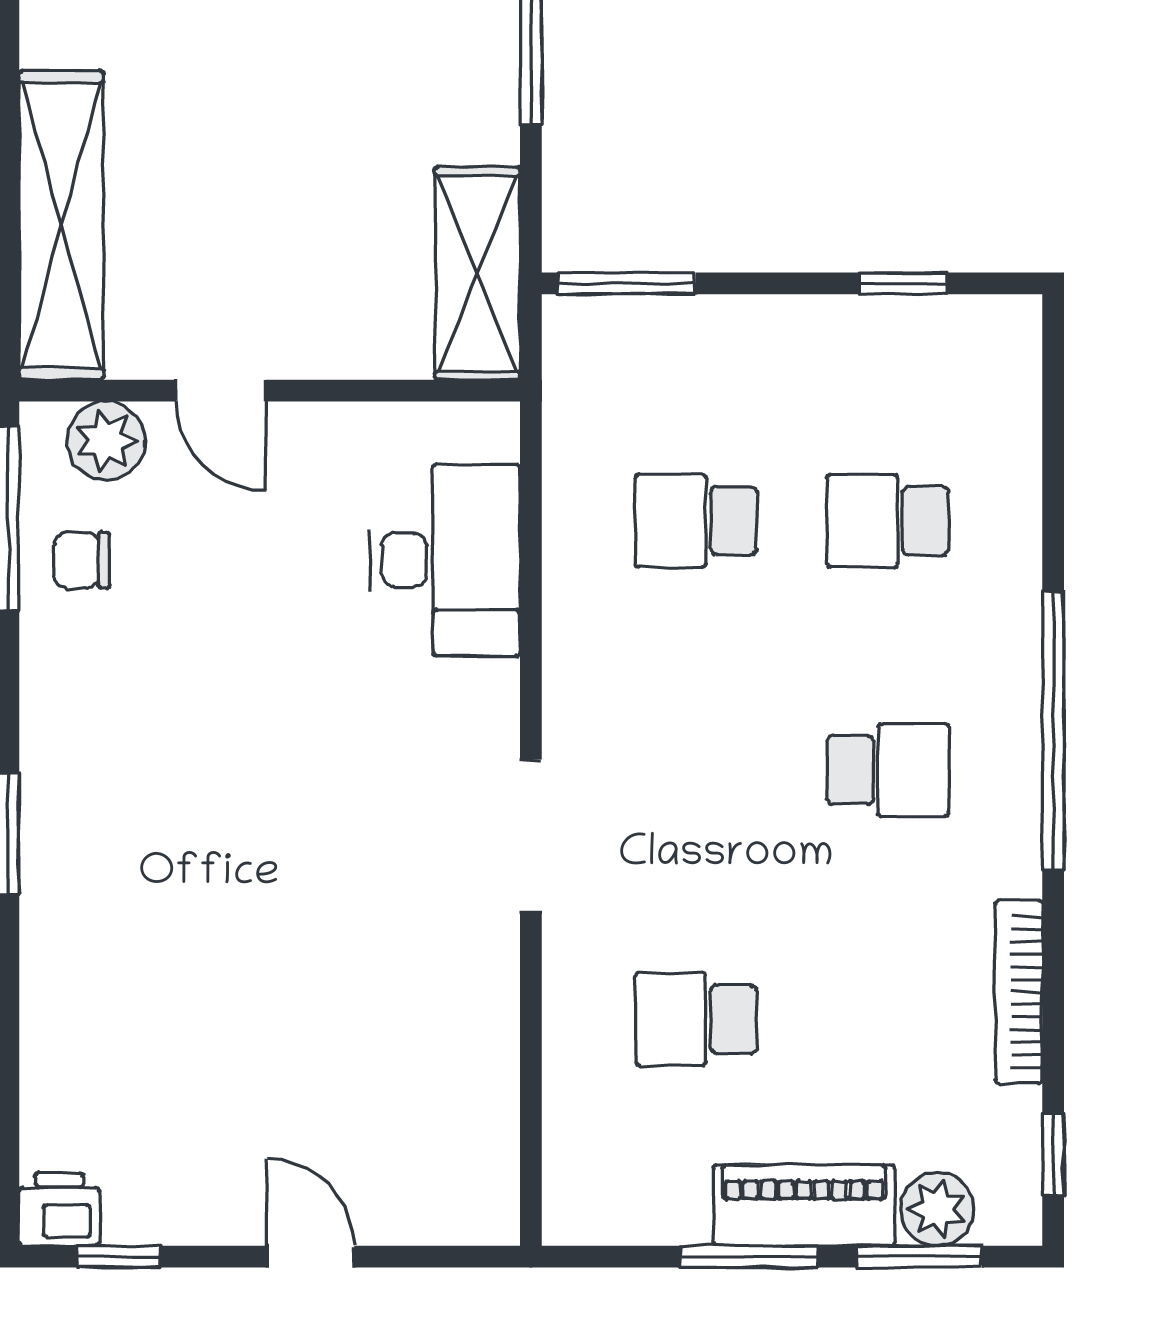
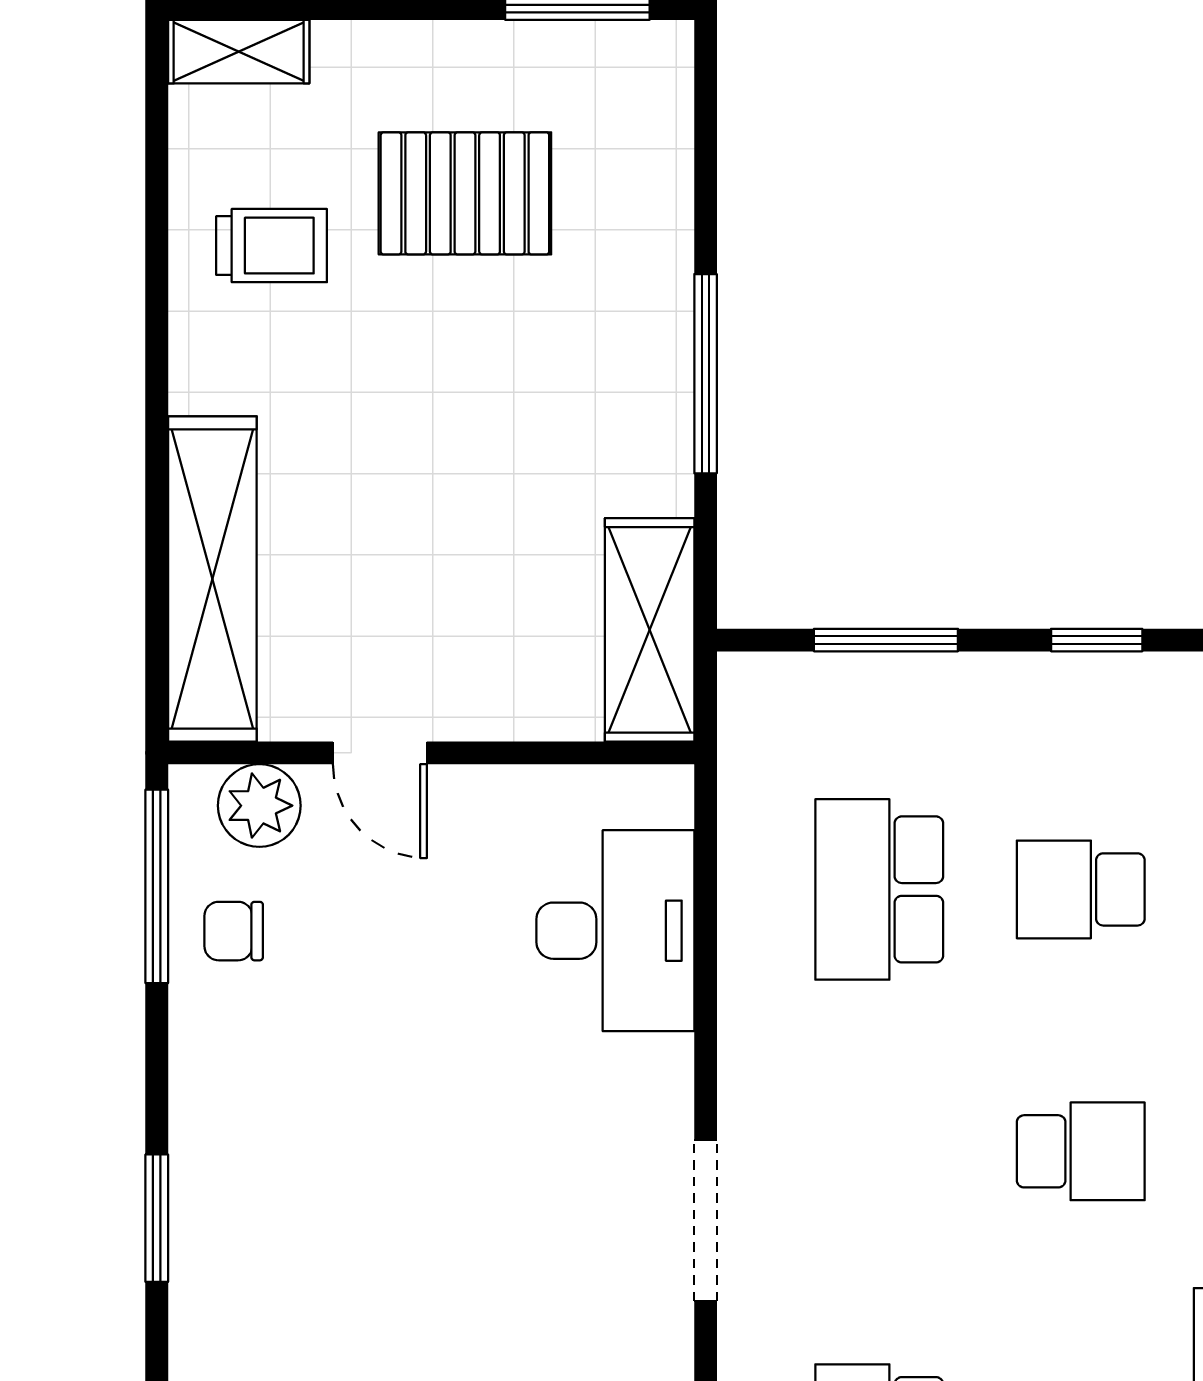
window: (627, 283) -> (886, 640), moved
school desk: (696, 521) -> (879, 889), width x1.85

